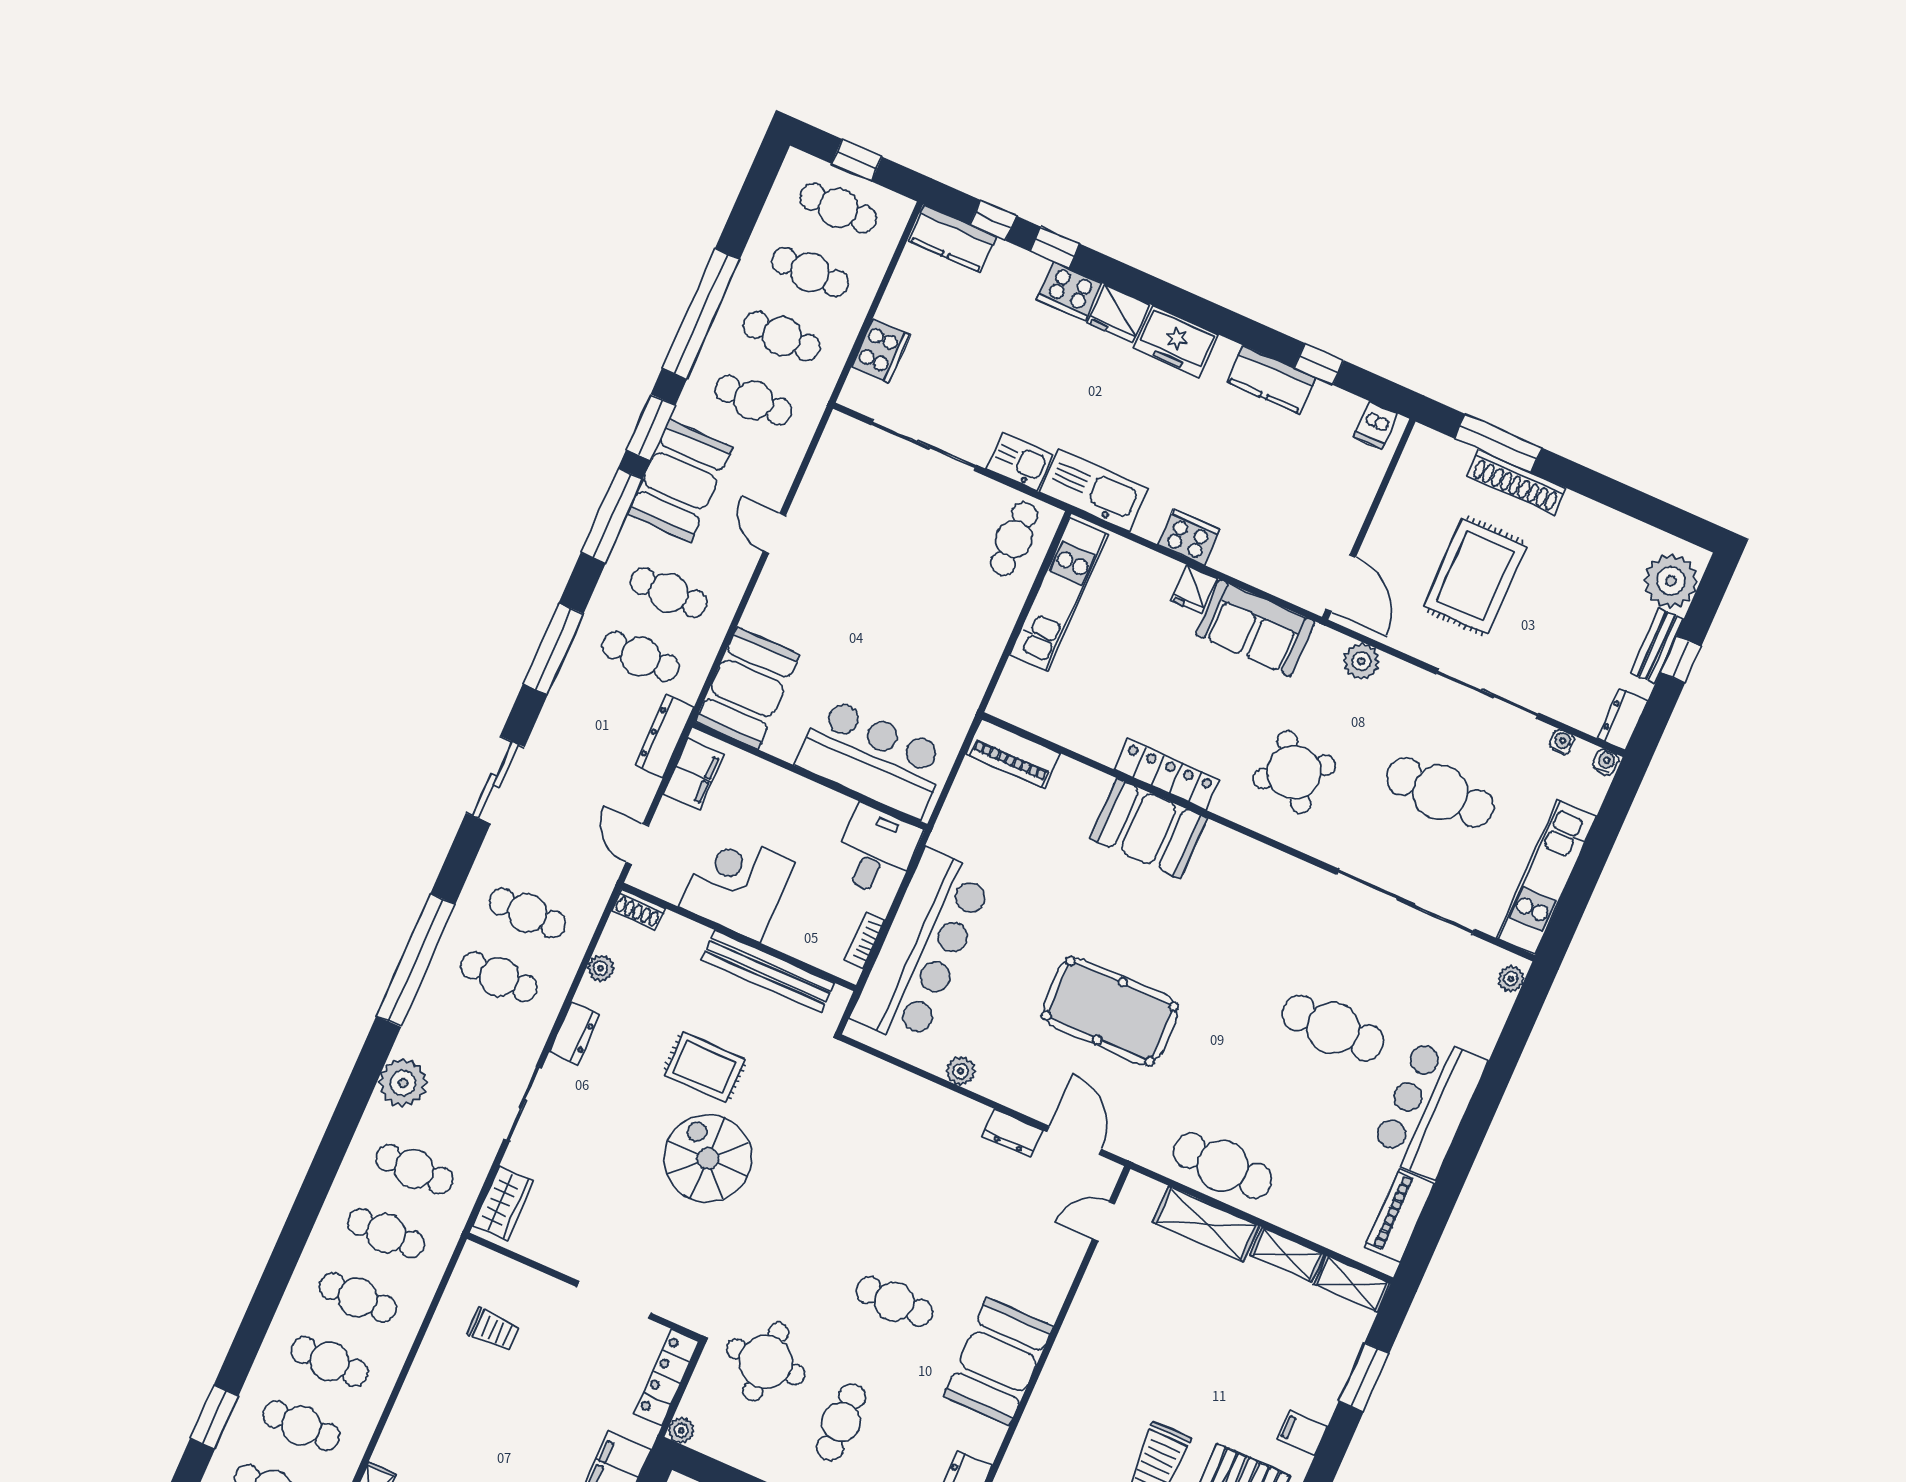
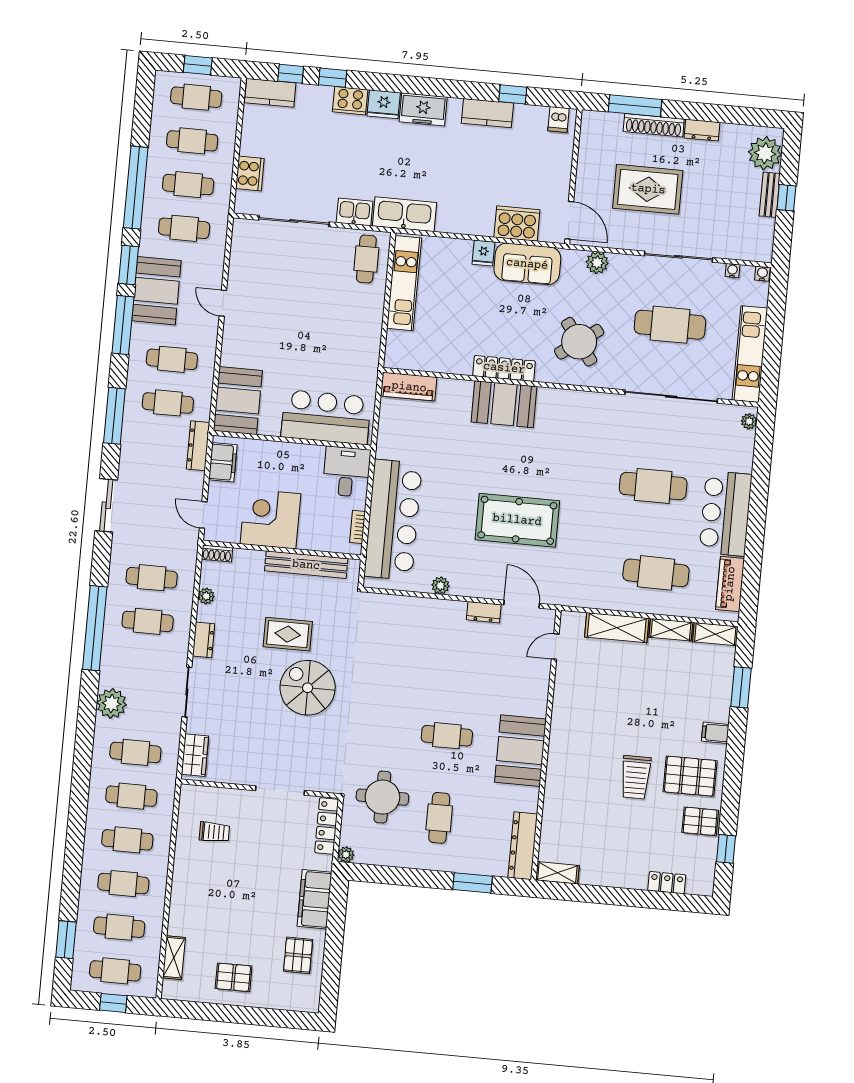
cooker: (1189, 537) -> (517, 224), moved, width x1.37, depth x1.31
rug: (1475, 576) -> (648, 189), turned 90
dresser: (1622, 720) -> (702, 130), moved, turned -90
cafe table: (1222, 1166) -> (656, 573), moved

